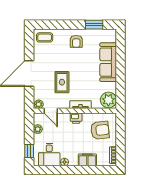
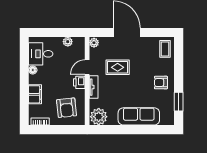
door: (51, 111) -> (87, 67), moved
window: (29, 151) -> (44, 33), removed

